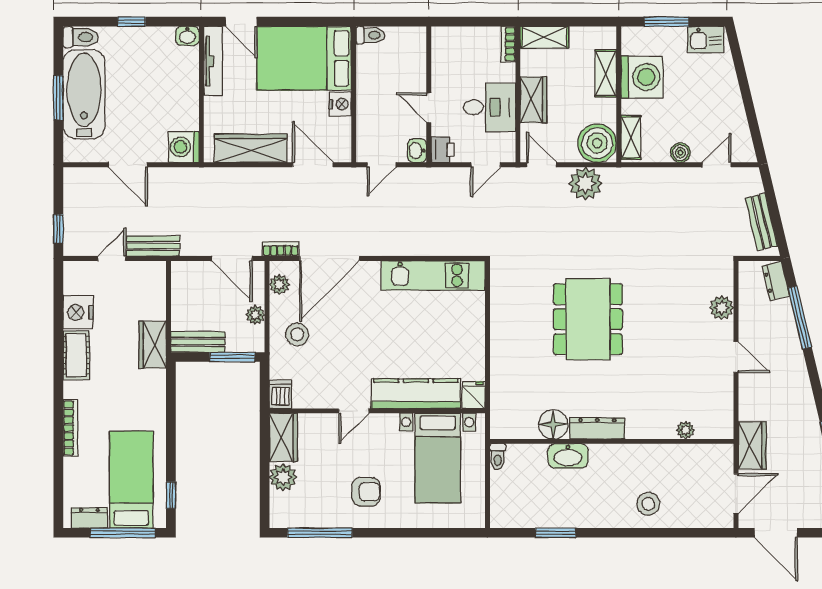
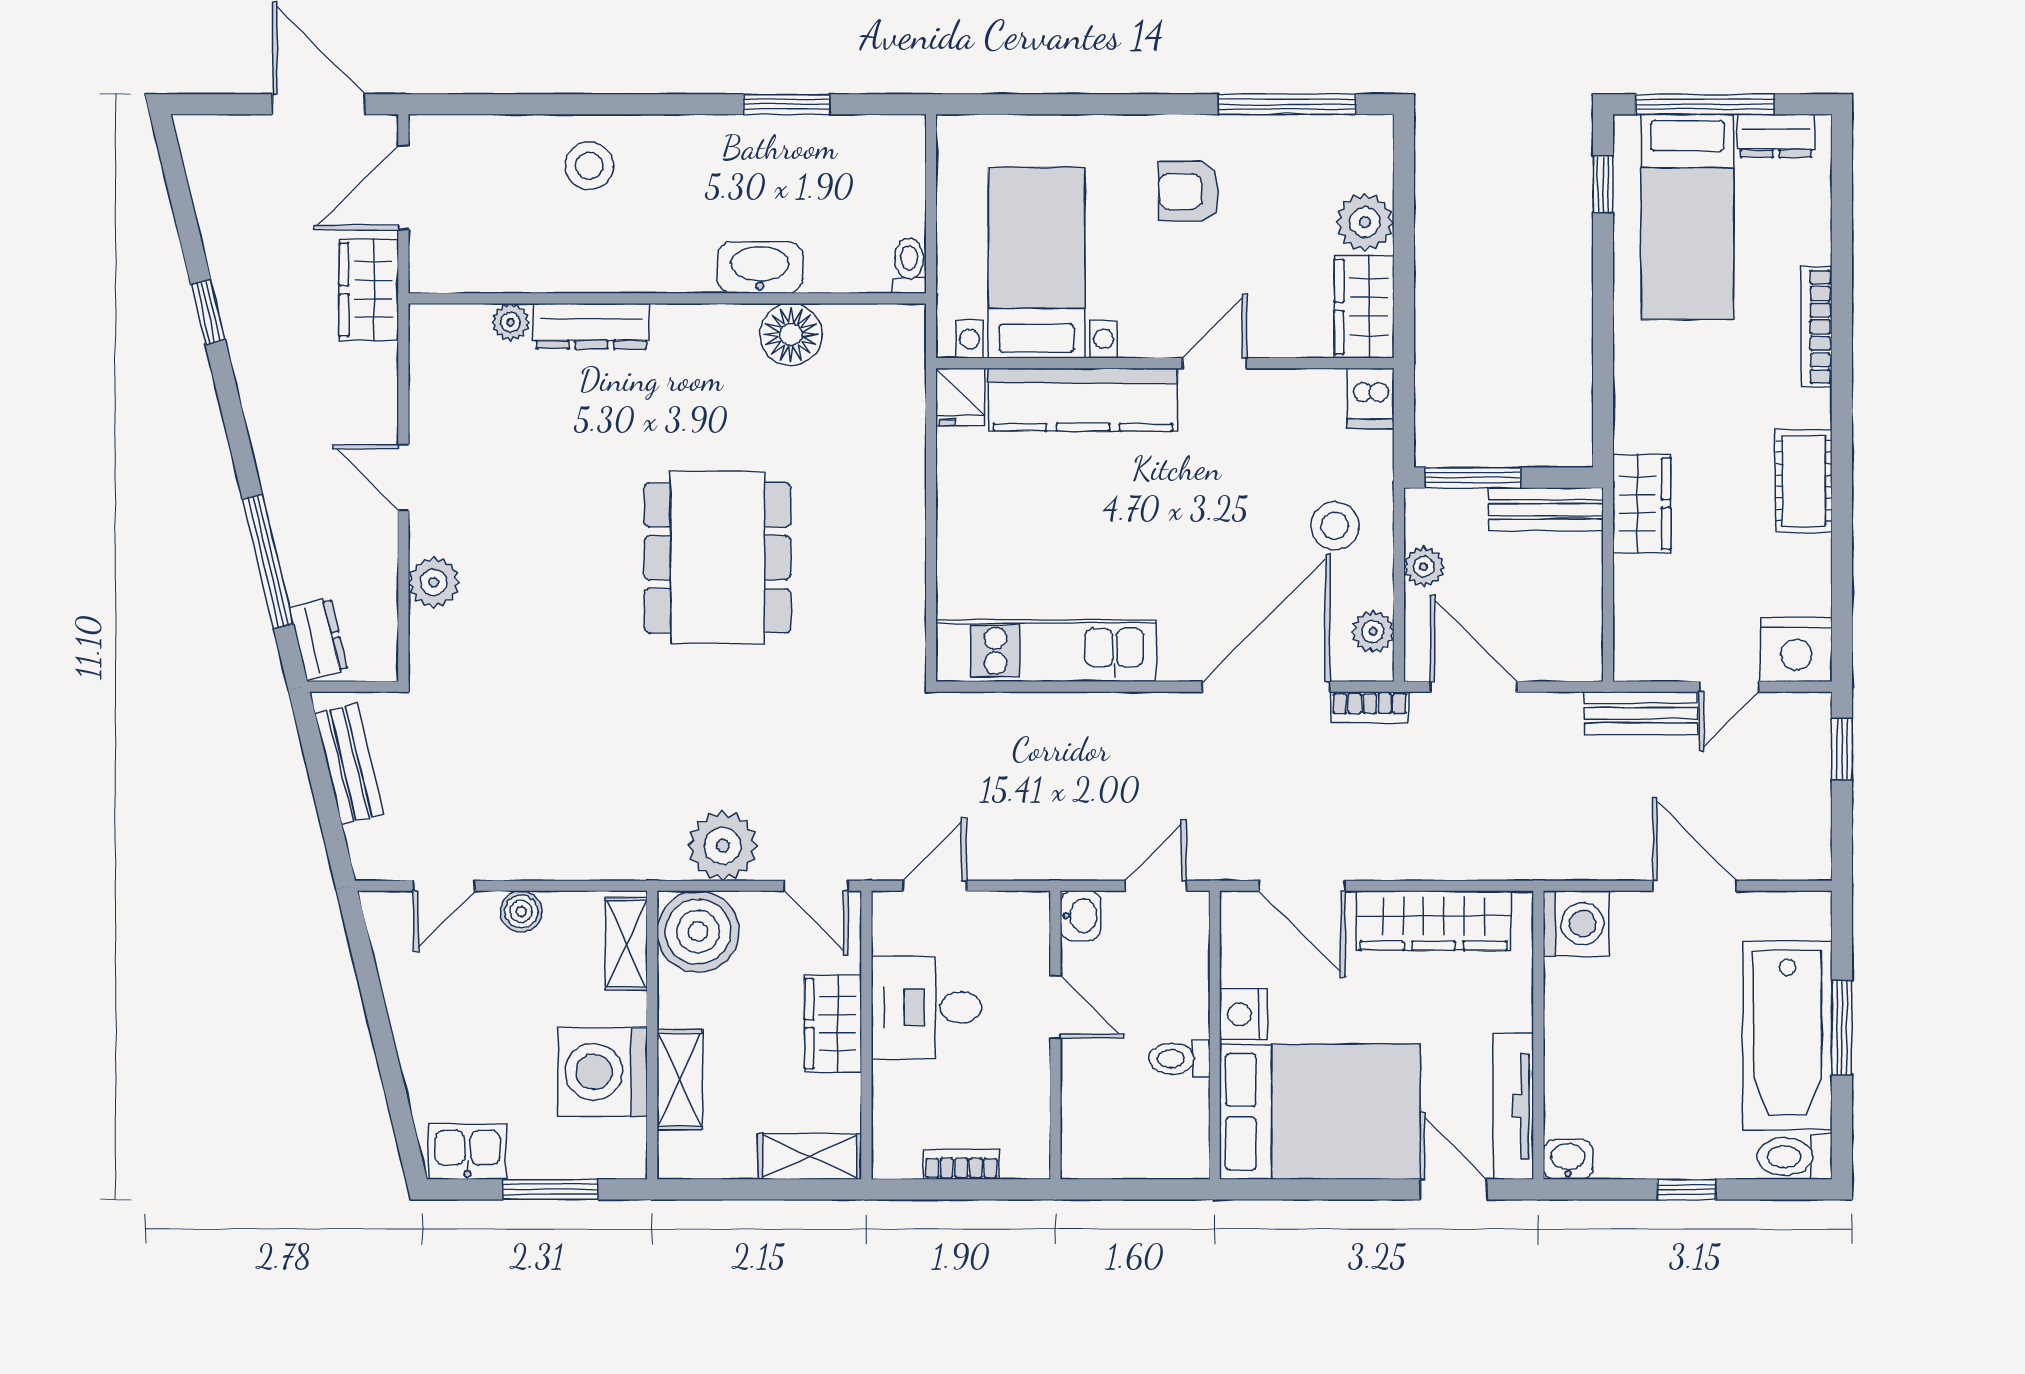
toilet: (370, 35) -> (1179, 1059), moved
bookcase: (508, 44) -> (961, 1164), moved, turned -90
printer: (443, 150) -> (1026, 918), removed
nightstand: (78, 312) -> (1796, 650), moved, turned 90
dresser: (597, 428) -> (591, 326), moved

